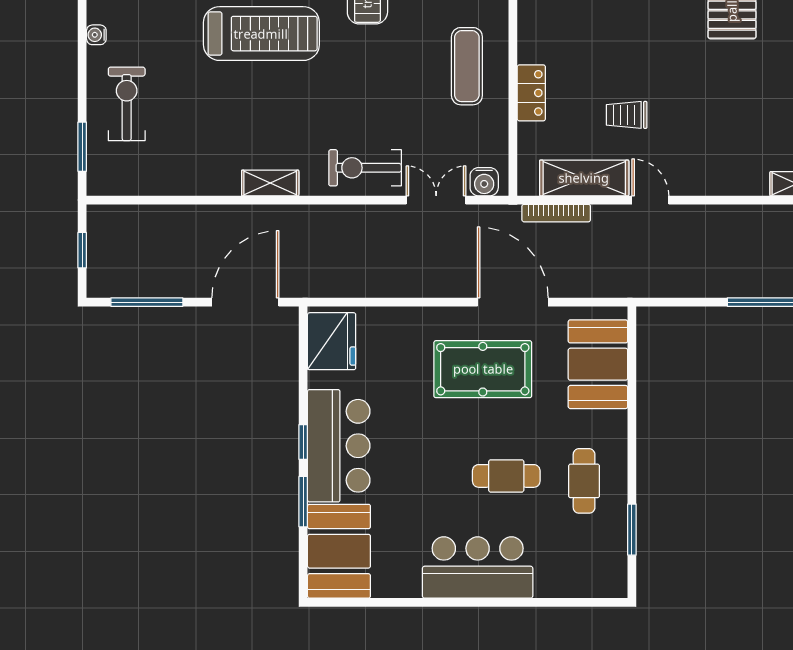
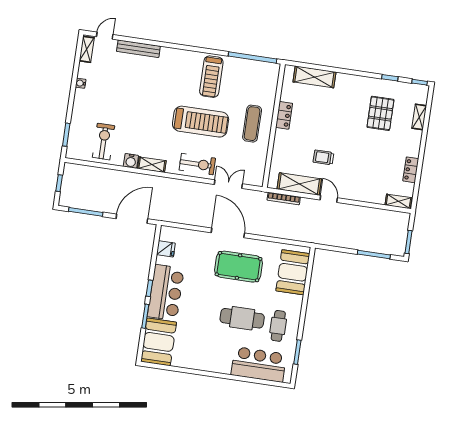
treadmill: (261, 34) -> (201, 122), moved
locker: (531, 93) -> (284, 115), moved
exercise bike: (127, 104) -> (104, 142), moved
exercise bike: (365, 168) -> (197, 164), turned 180
water cooler: (484, 182) -> (131, 161), moved
door: (513, 302) -> (228, 233), moved
fridge: (332, 341) -> (166, 249), width x0.53, depth x0.75
cafe table: (506, 476) -> (242, 318), width x1.37, depth x1.35
bar counter: (478, 567) -> (259, 364), moved

